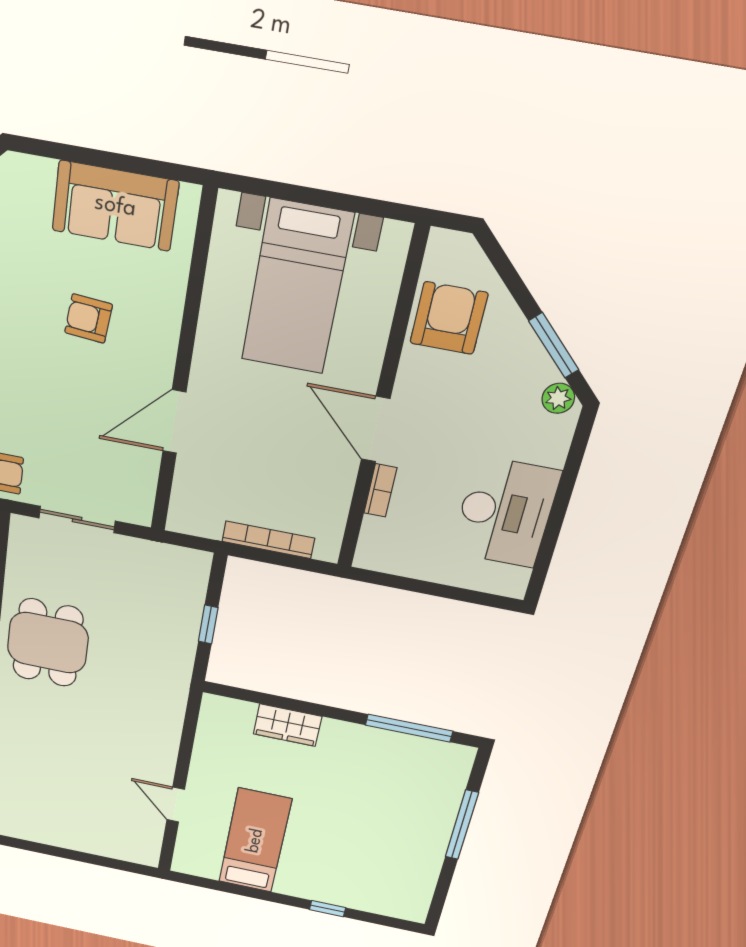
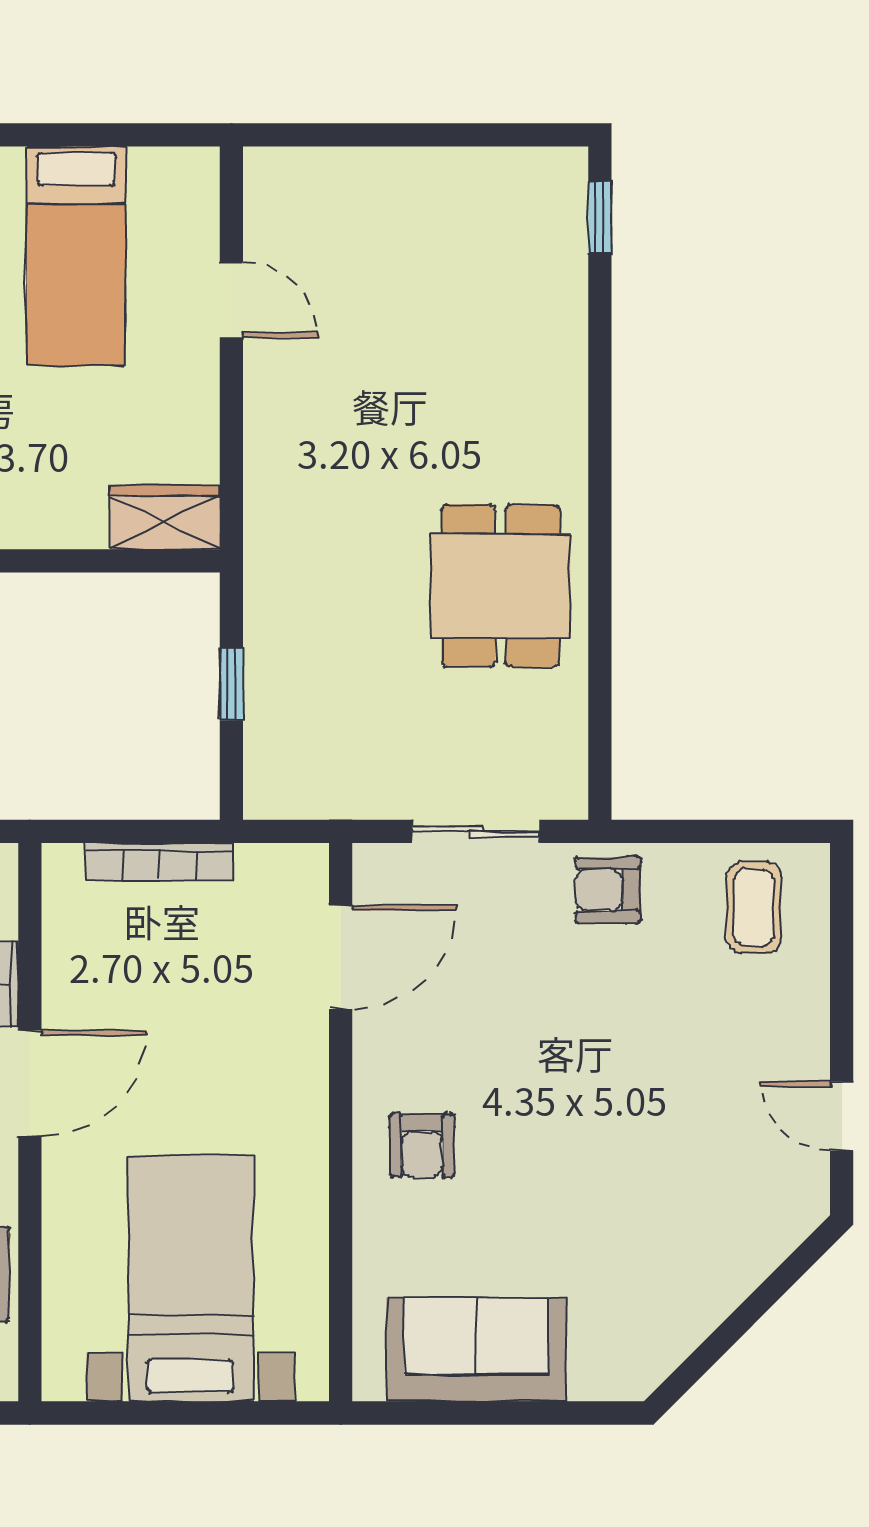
armchair: (88, 319) -> (422, 1145), moved, turned 85
door: (174, 422) -> (341, 957), moved
door: (376, 429) -> (30, 1083), hinge flipped
wardrobe: (288, 725) -> (165, 517), moved

